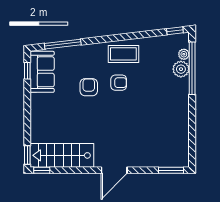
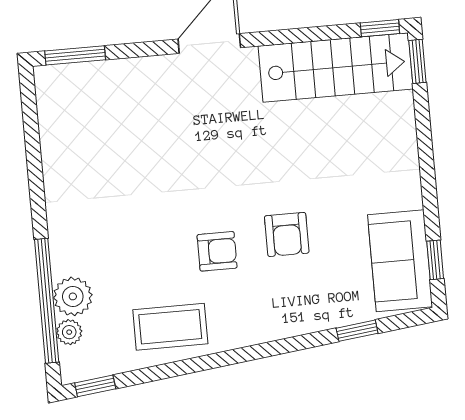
window: (63, 44) -> (357, 331), width x0.46
coffee table: (123, 54) -> (170, 327), moved
armchair: (119, 83) -> (217, 251), turned 180

